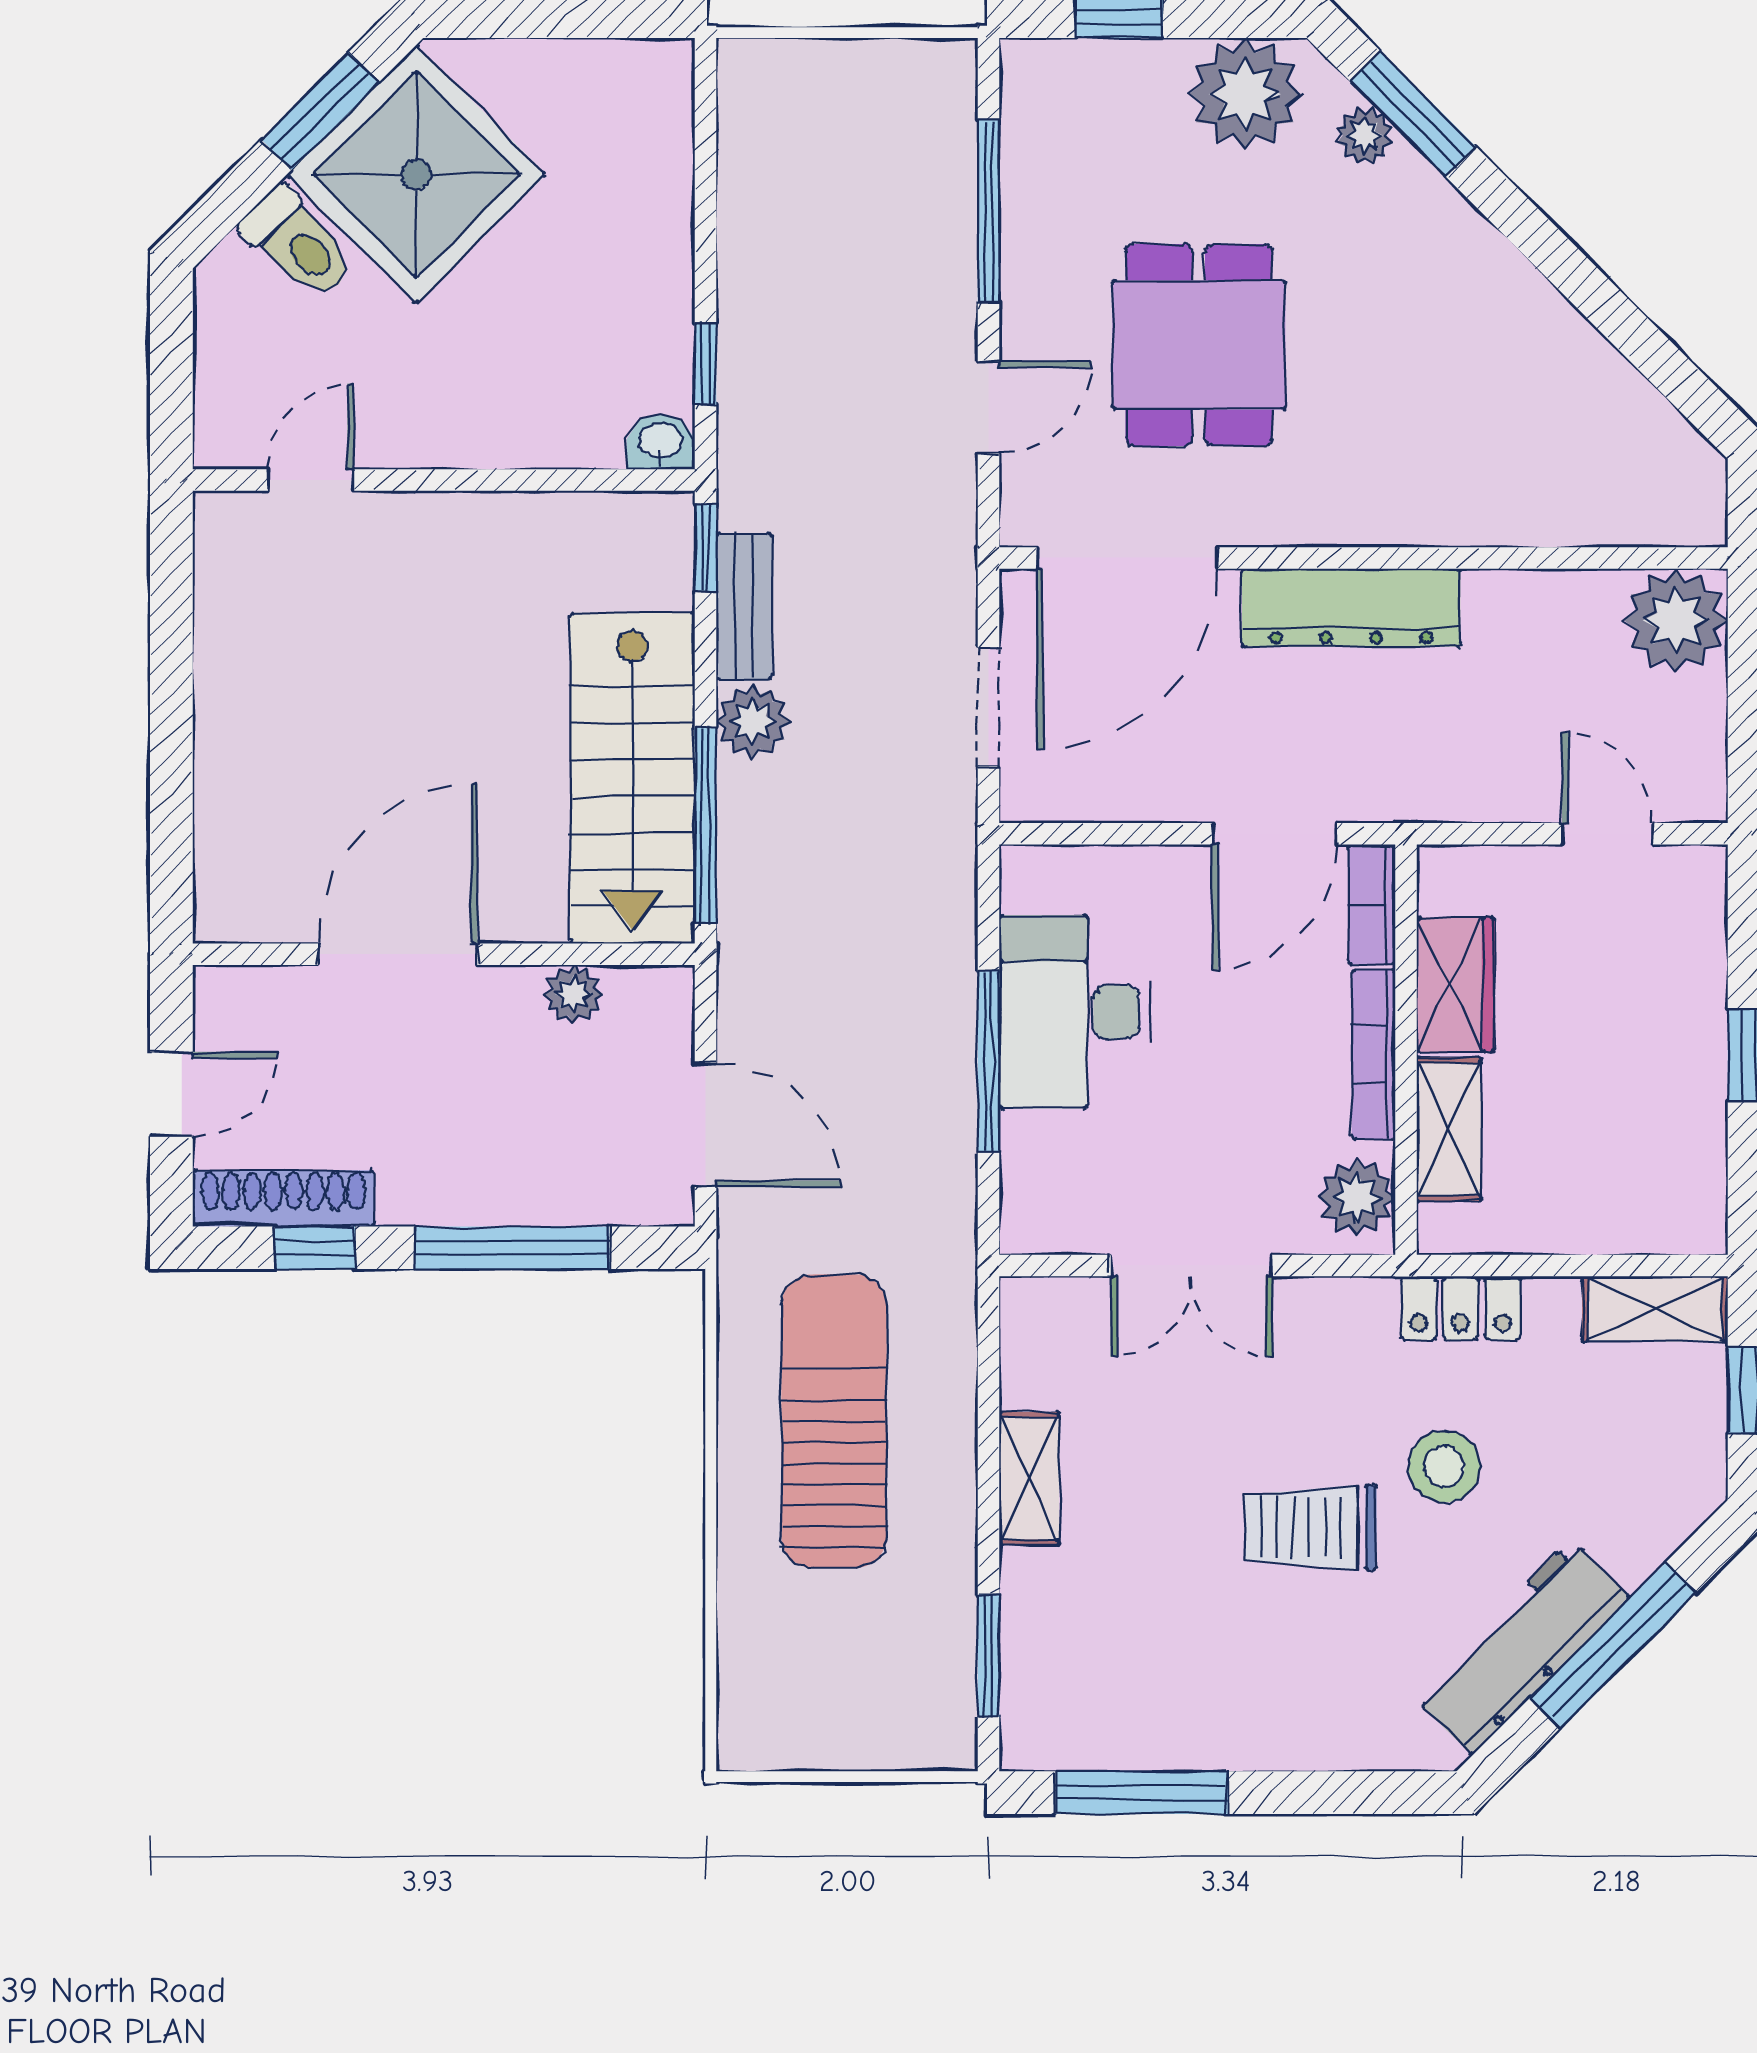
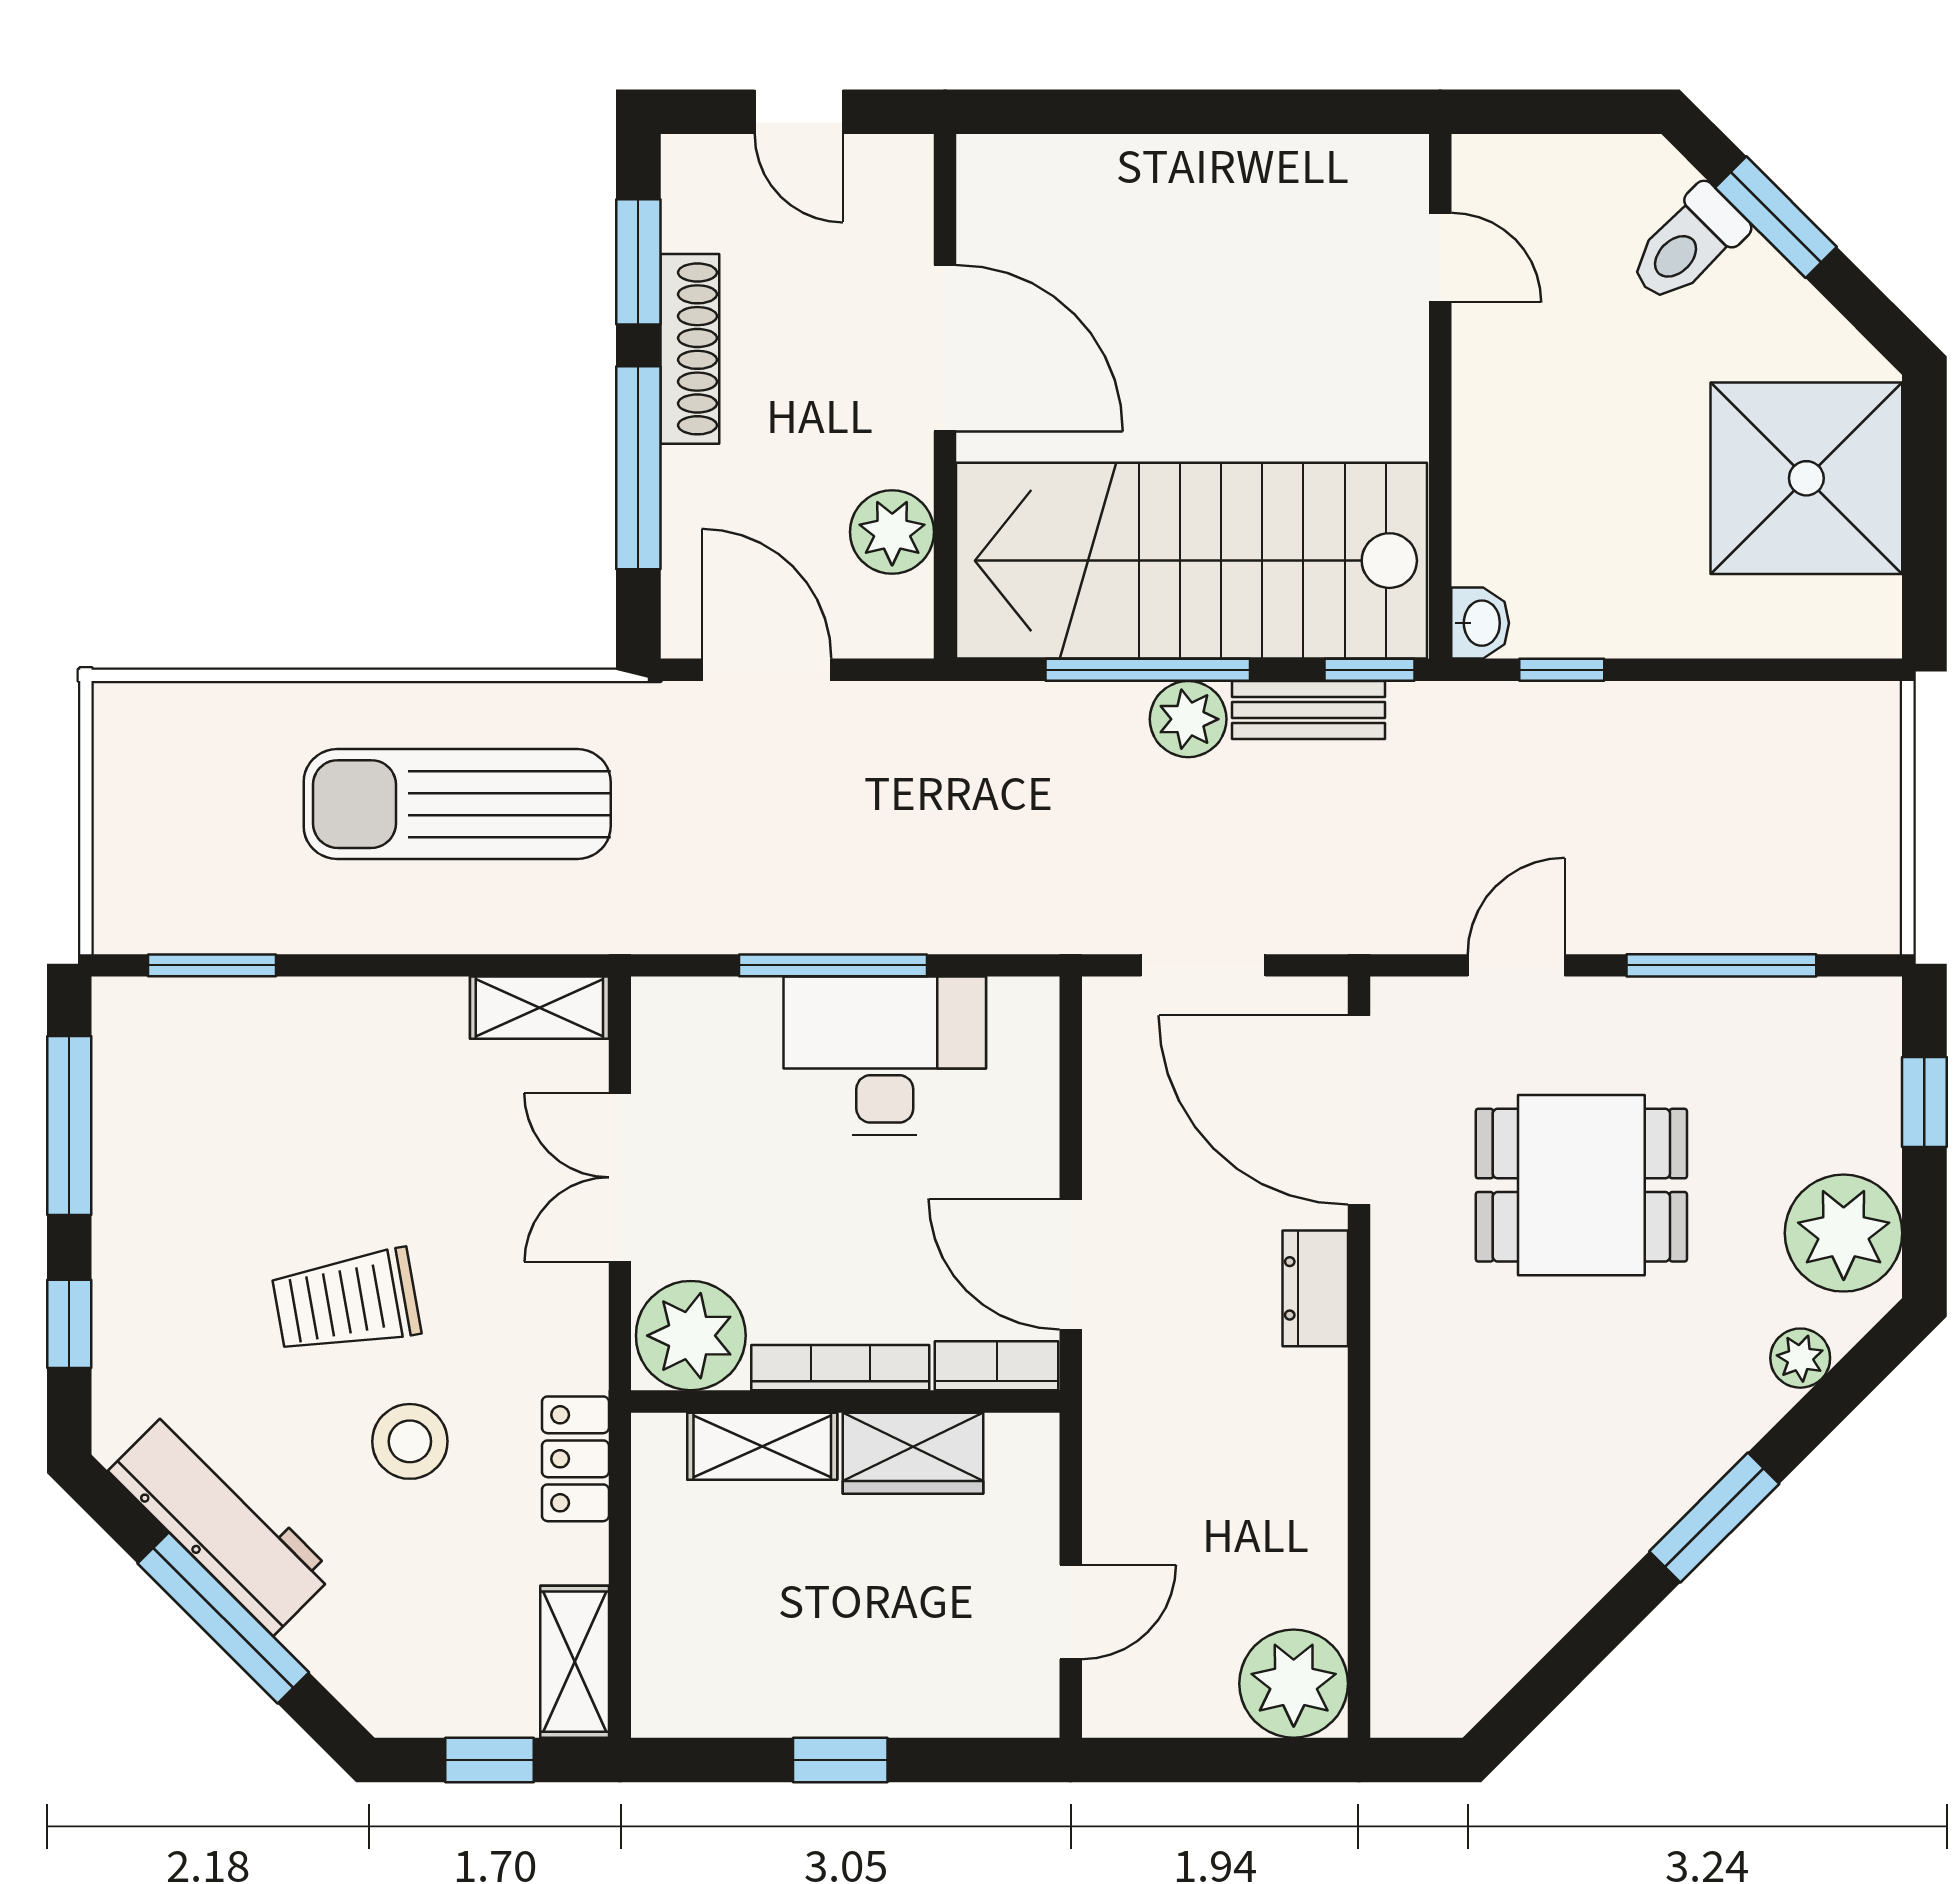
window: (320, 111) -> (1776, 217), moved
window: (1413, 114) -> (1714, 1518), moved
shower: (416, 174) -> (1806, 478), moved, turned 45
door: (988, 407) -> (1516, 965), swing flipped
dresser: (1351, 607) -> (1315, 1288), width x0.51, depth x0.80
stairs: (633, 778) -> (1192, 561), width x1.36, depth x1.51
window: (705, 825) -> (1148, 670), moved
plant: (574, 994) -> (892, 532), width x1.38, depth x1.38
door: (705, 1125) -> (767, 670), swing flipped
shoe rack: (283, 1198) -> (690, 349), moved
plant: (1357, 1198) -> (691, 1336), width x1.36, depth x1.36
window: (315, 1248) -> (638, 262), width x1.50
sun lounger: (834, 1421) -> (457, 804), turned 180
shelving: (1029, 1478) -> (539, 1008), moved
trolley: (1310, 1527) -> (346, 1302), turned -100
window: (1332, 1793) -> (69, 1324), added

